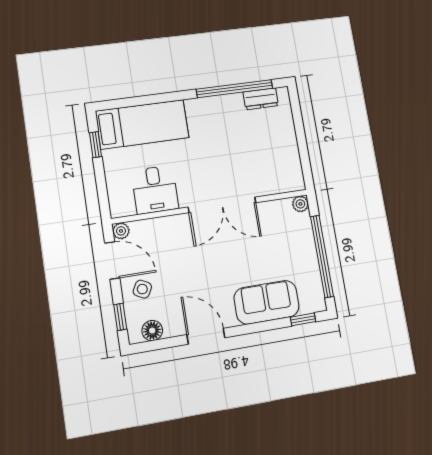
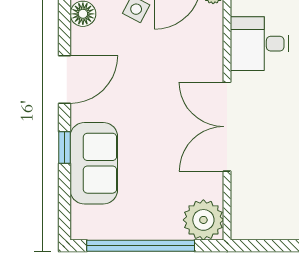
plant: (300, 204) -> (203, 220), width x1.87, depth x1.87
window: (303, 319) -> (65, 147), moved

